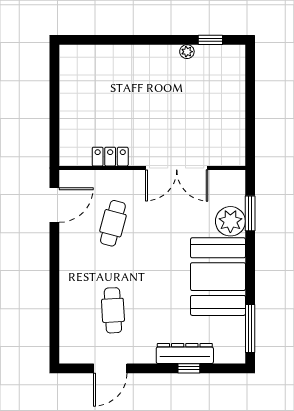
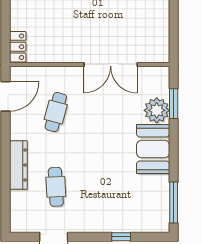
locker: (110, 157) -> (18, 47), moved, turned 90
booth: (218, 277) -> (153, 149), width x0.73, depth x0.70
dresser: (185, 353) -> (18, 165), moved, turned 90

